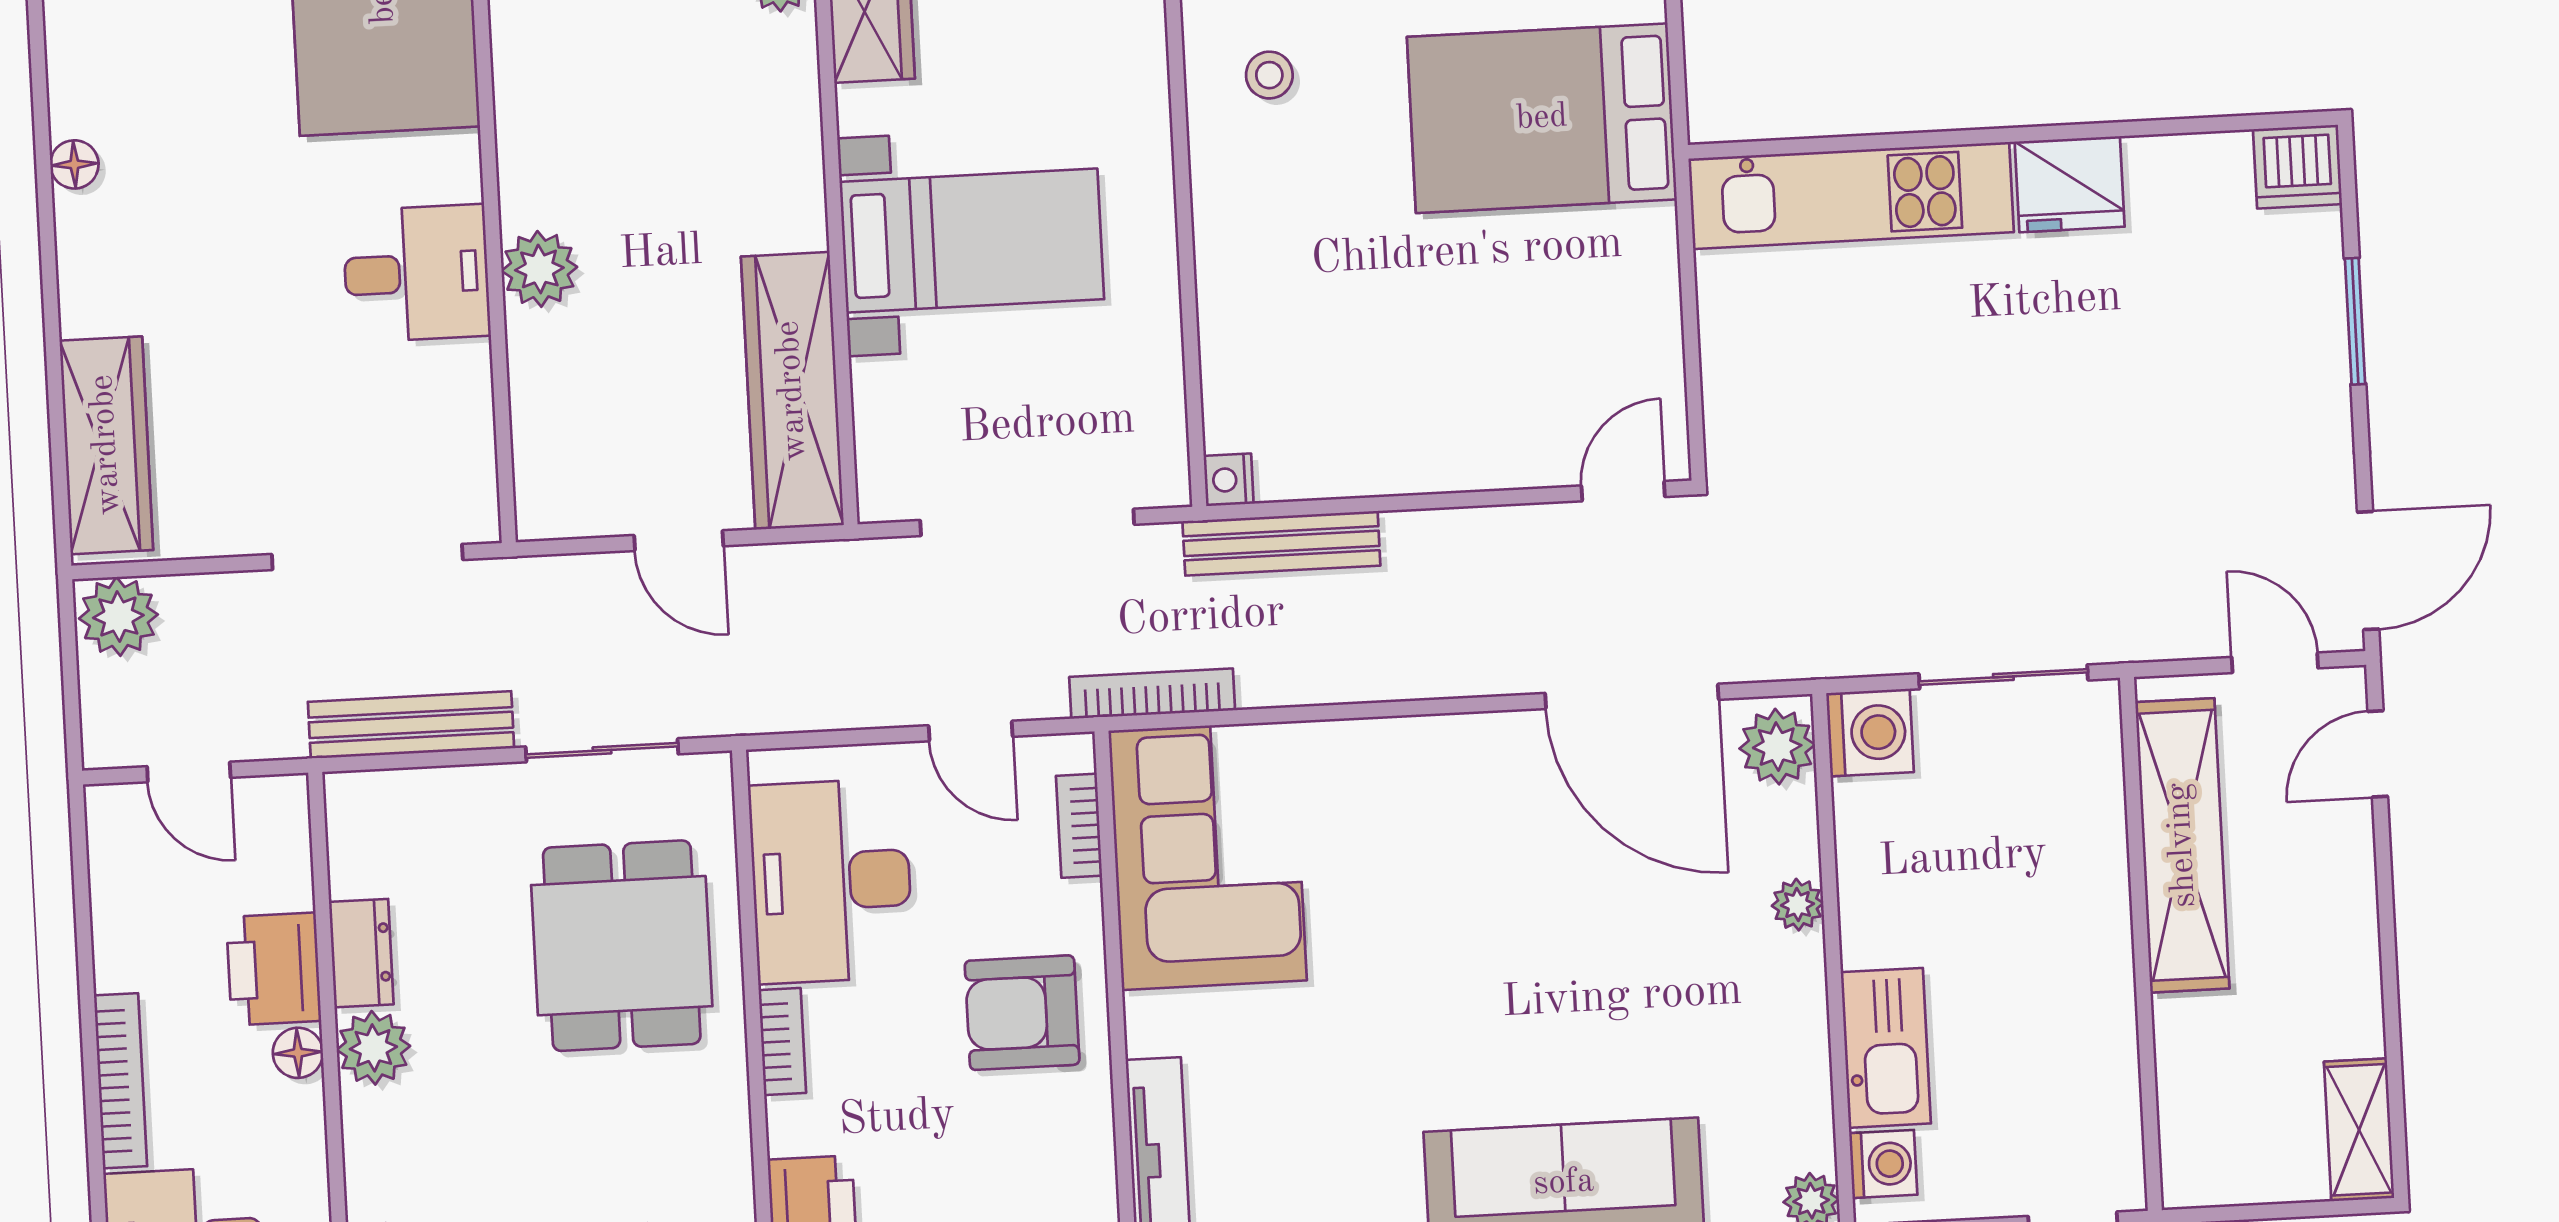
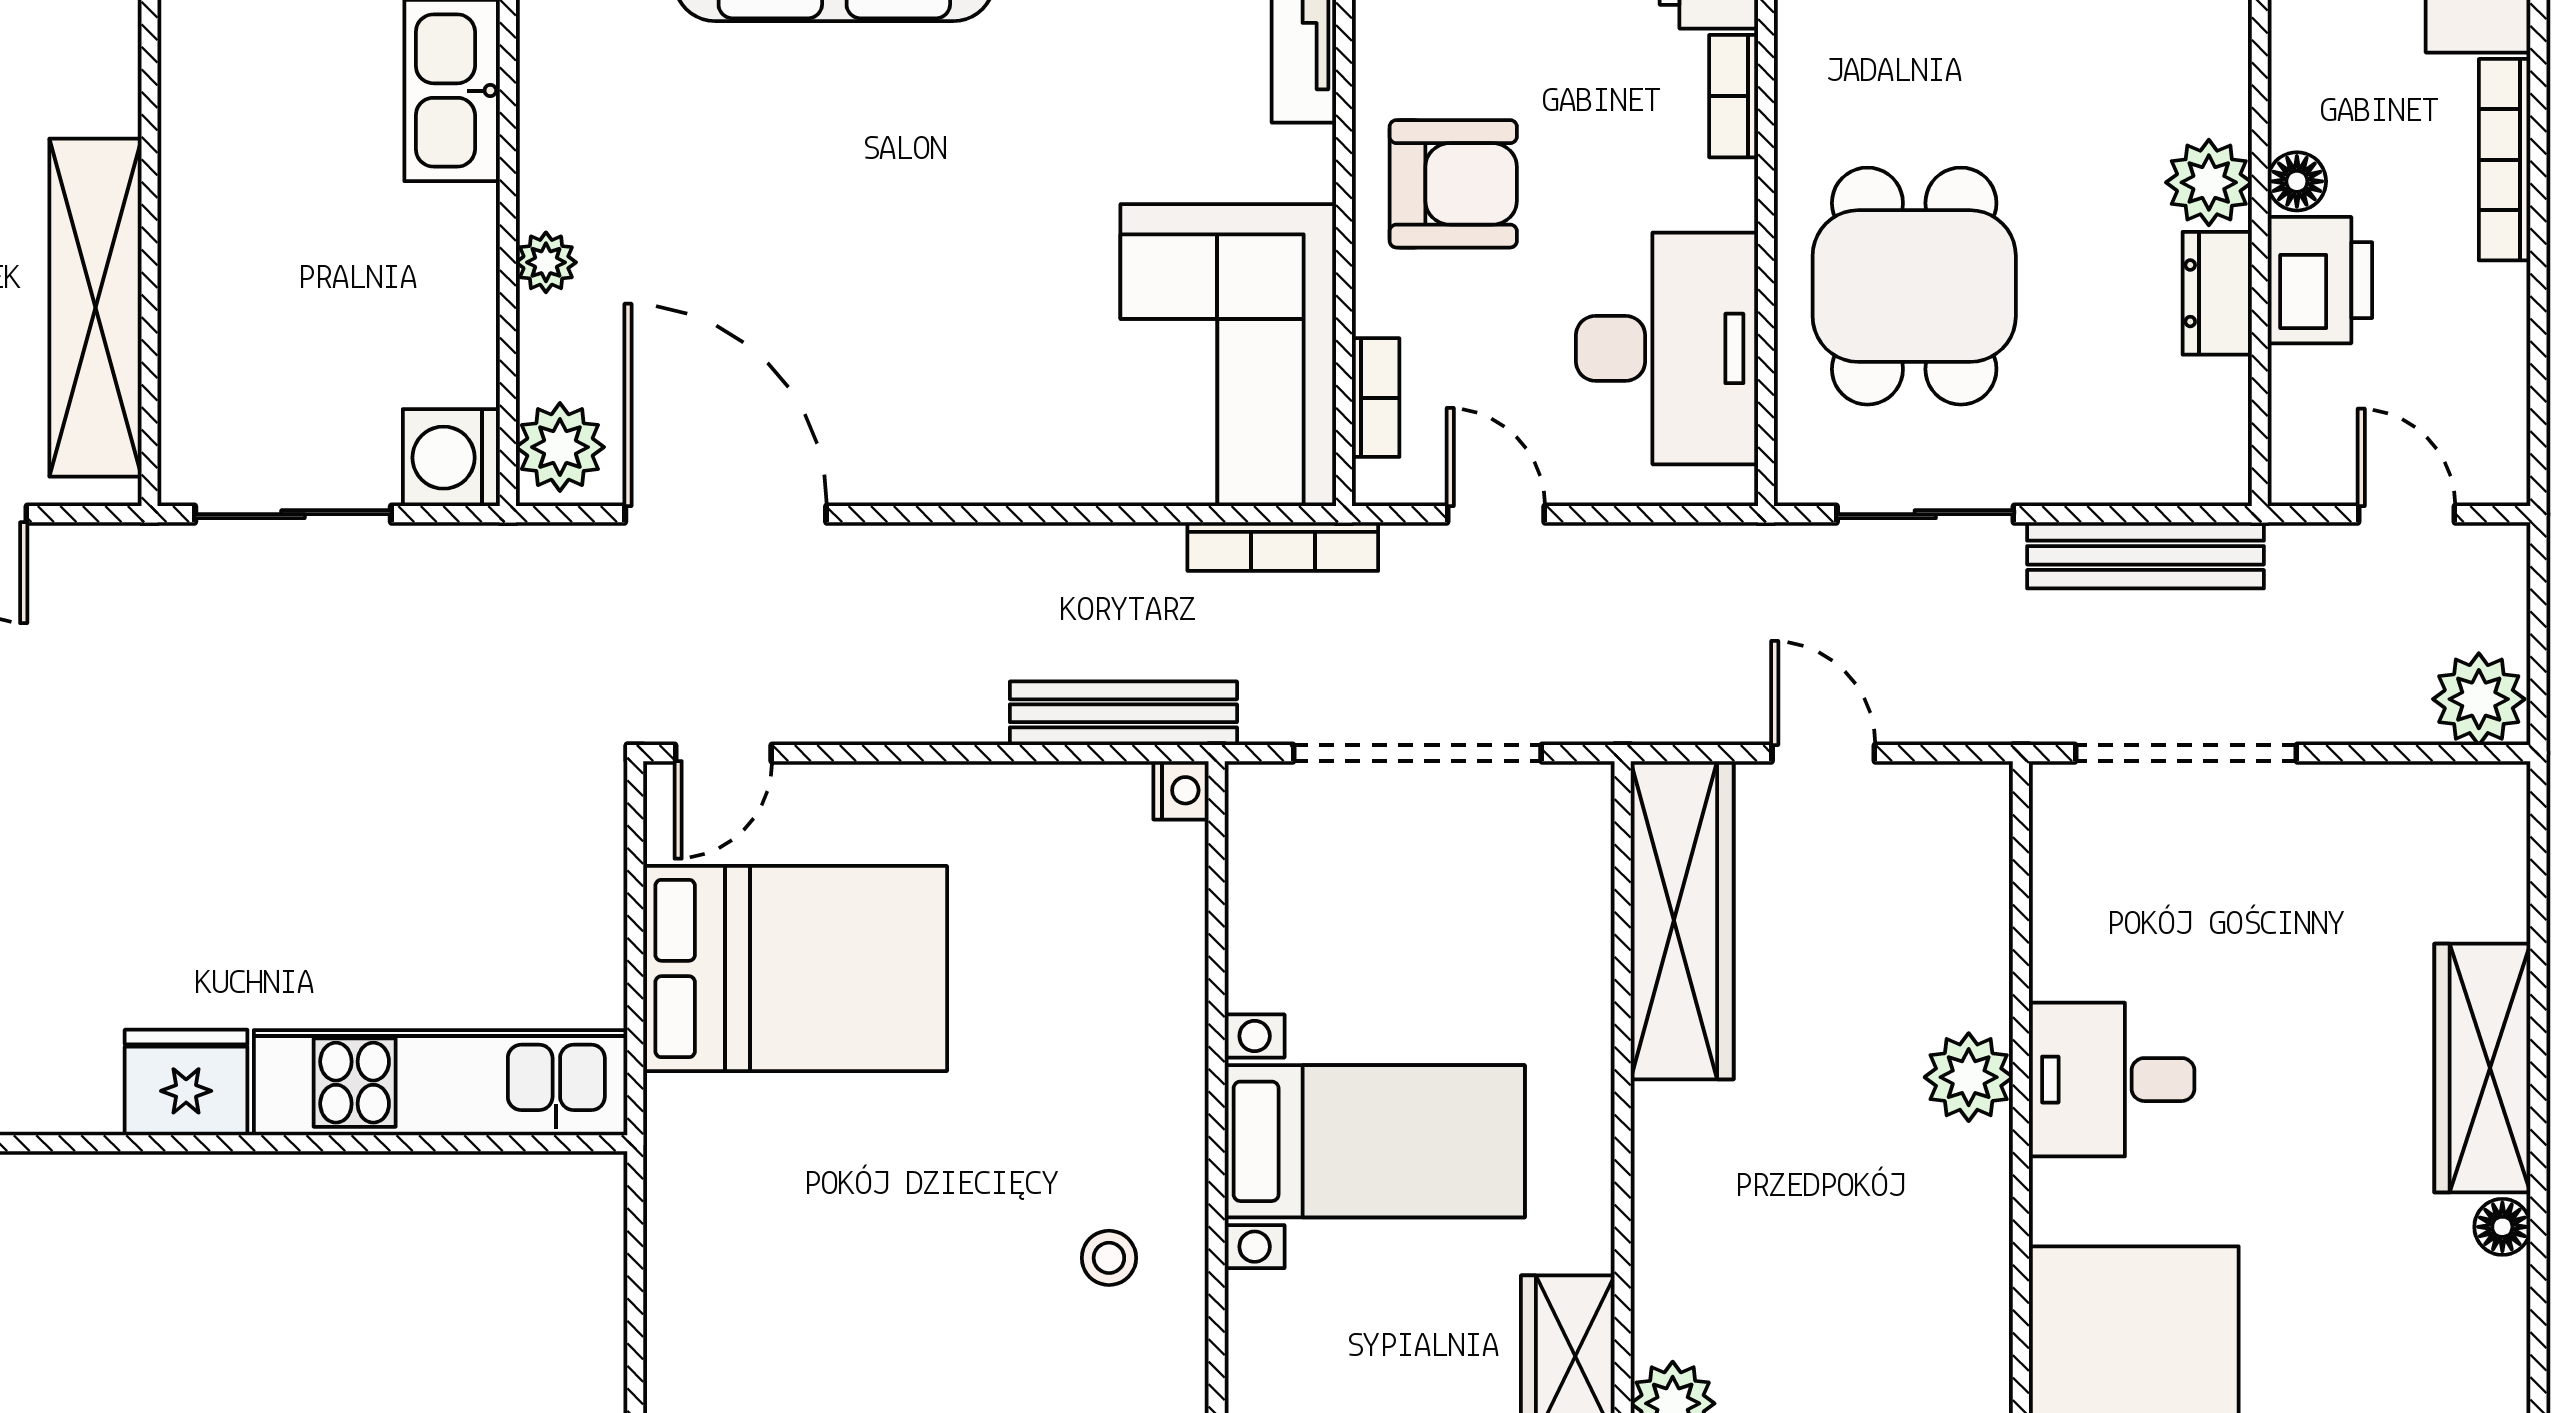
bed: (1542, 118) -> (795, 968), moved
bed with nightstands: (972, 241) -> (1375, 1141), moved, turned 180
wardrobe: (106, 445) -> (2482, 1068), moved
bookcase: (782, 1042) -> (1734, 96), moved

